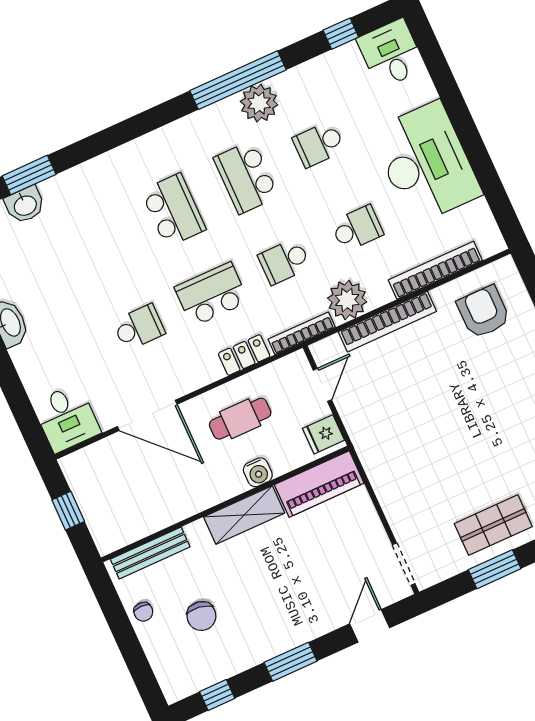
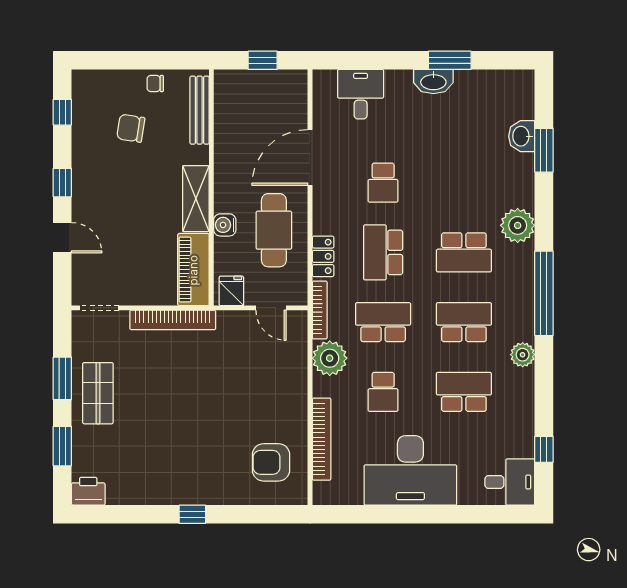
window: (238, 80) -> (544, 293), moved
plant: (259, 103) -> (523, 355), width x0.73, depth x0.73
school desk: (319, 144) -> (464, 392), width x1.85
plant: (120, 167) -> (518, 225), added
school desk: (284, 261) -> (383, 322), width x1.85
school desk: (212, 294) -> (383, 252), turned 180
armchair: (483, 312) -> (271, 462), turned 180
bookcase: (387, 322) -> (173, 320), moved, turned -90
desk: (67, 418) -> (361, 94), moved, turned 90
cafe table: (240, 419) -> (274, 230), width x1.37, depth x1.35
door: (370, 626) -> (62, 238), moved
window: (291, 662) -> (62, 183), width x0.67

